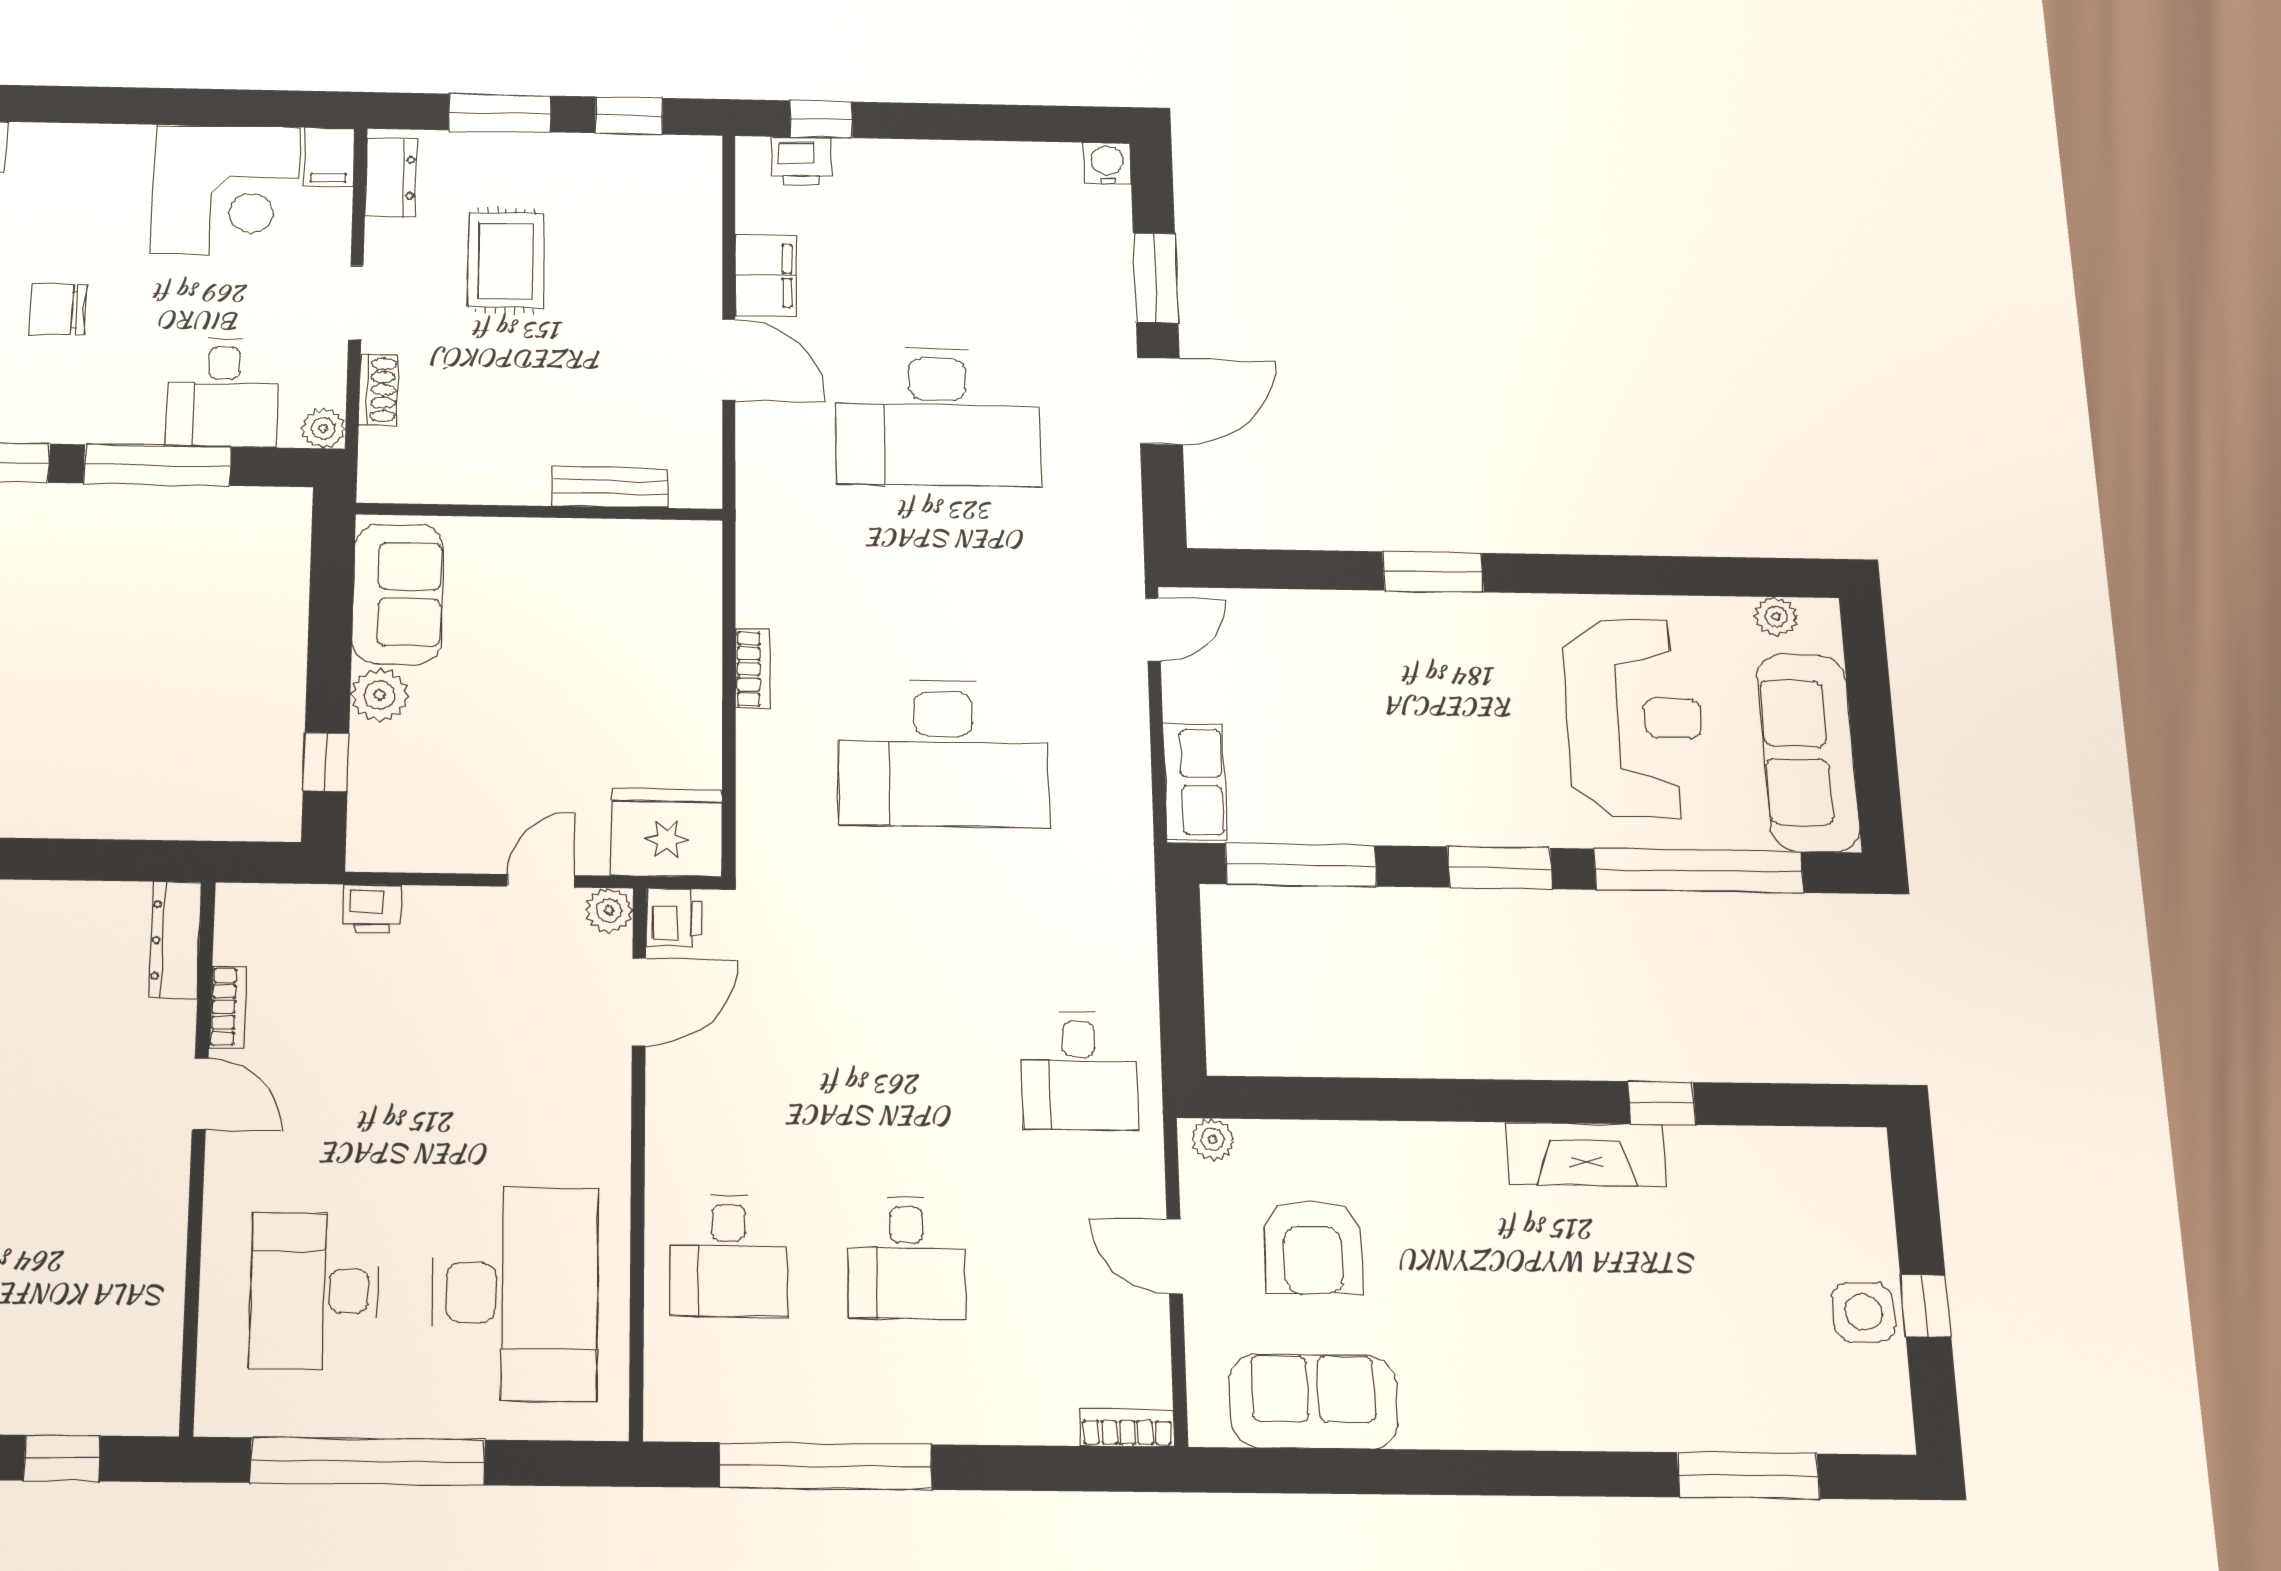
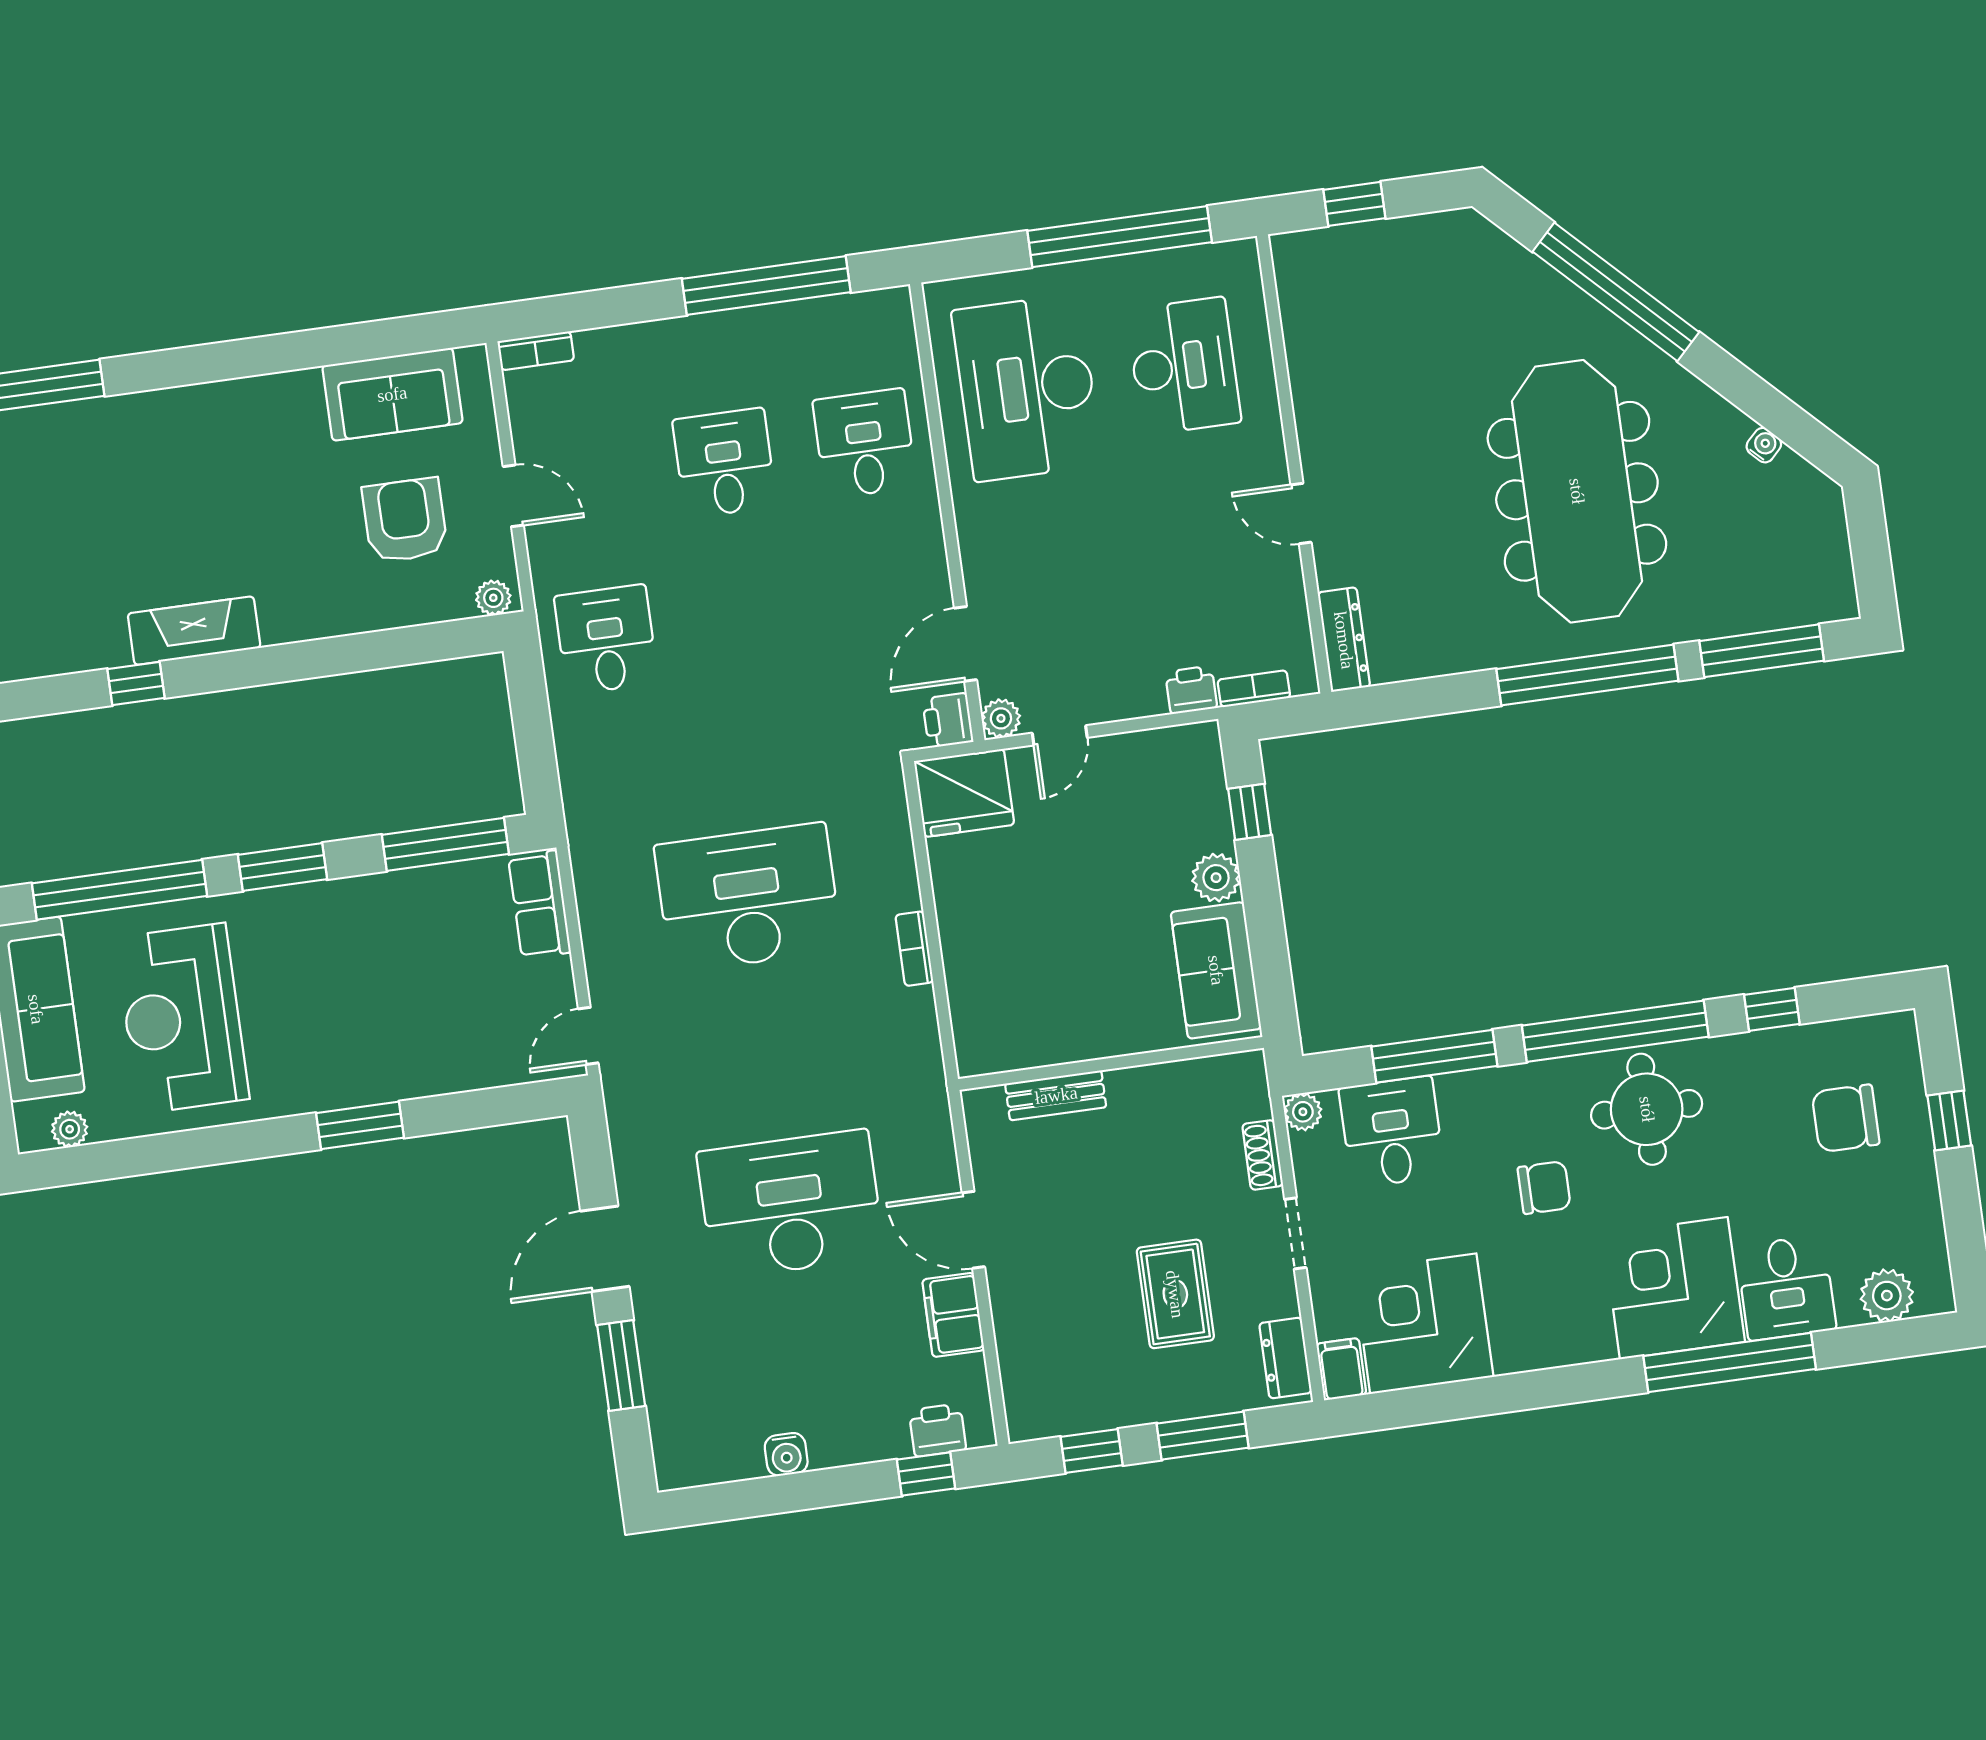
water cooler: (1107, 164) -> (786, 1454), moved
bookcase: (228, 1007) -> (1254, 689), moved, turned 90

